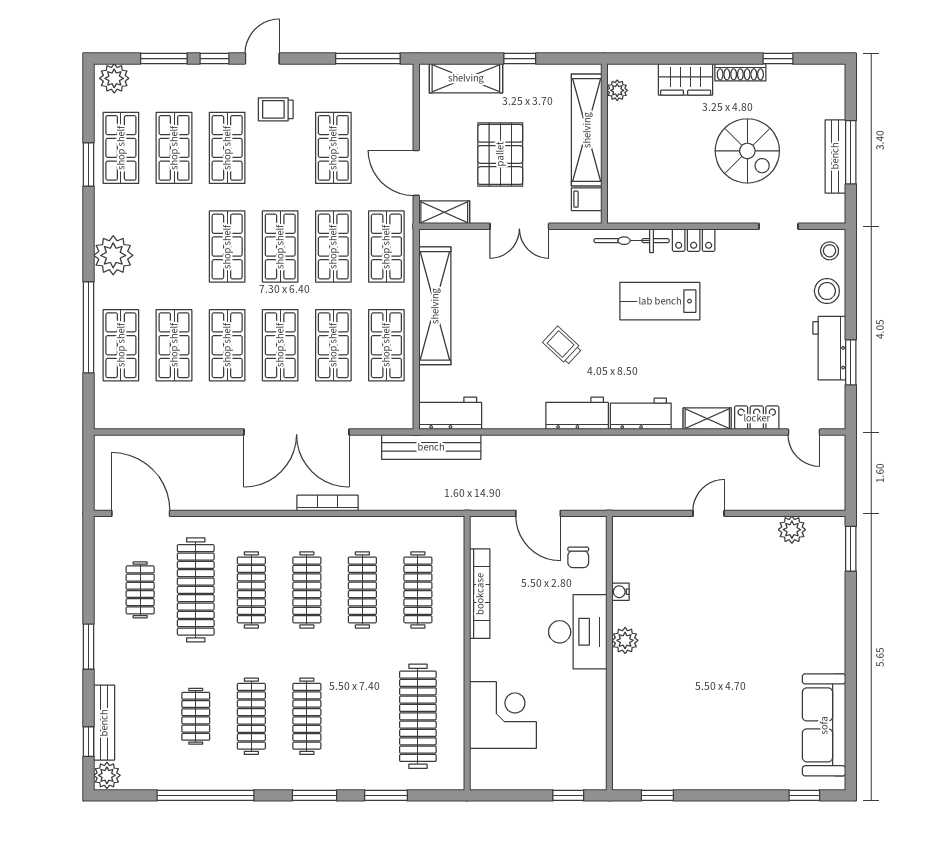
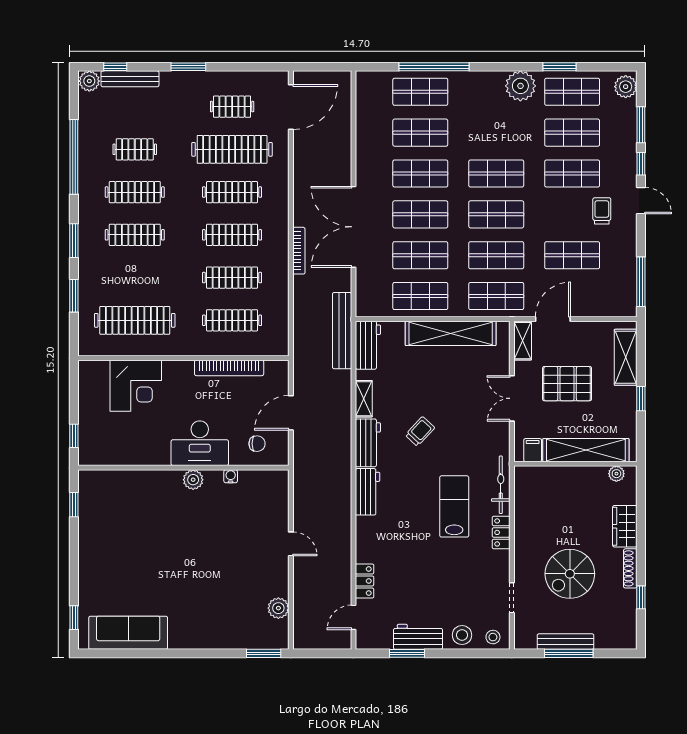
plant: (113, 255) -> (520, 86), moved
shelving: (707, 419) -> (364, 399), moved
chair: (578, 557) -> (257, 444), turned 180

